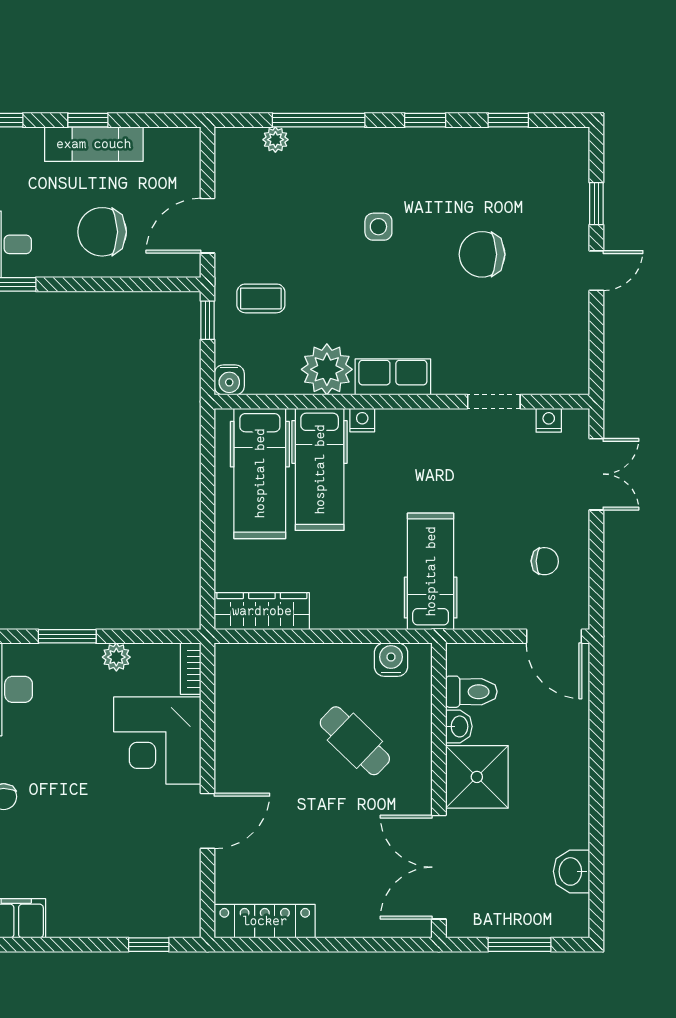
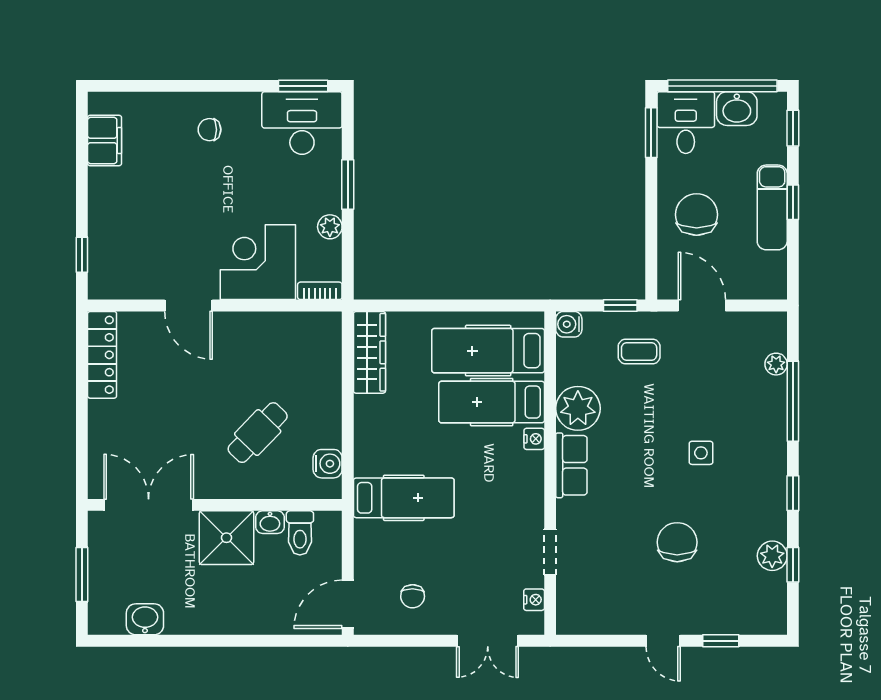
plant: (498, 144) -> (772, 556), added
coffee table: (261, 298) -> (639, 351), turned 90

